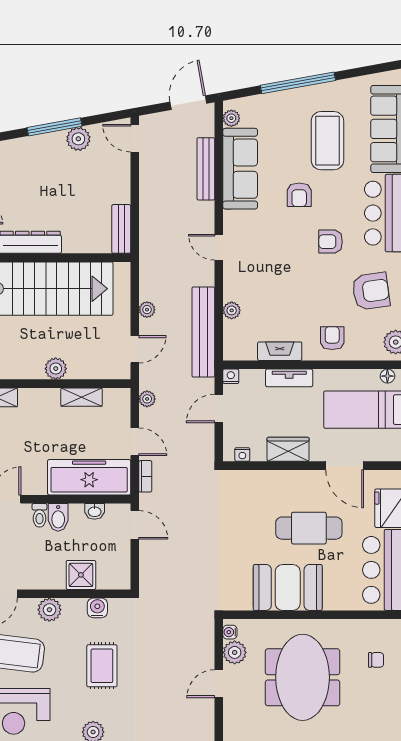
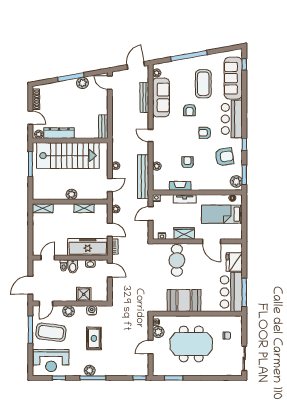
armchair: (332, 338) -> (187, 162), moved
cafe table: (309, 528) -> (177, 260), moved, turned 90
meeting table: (303, 677) -> (191, 344), turned 90

